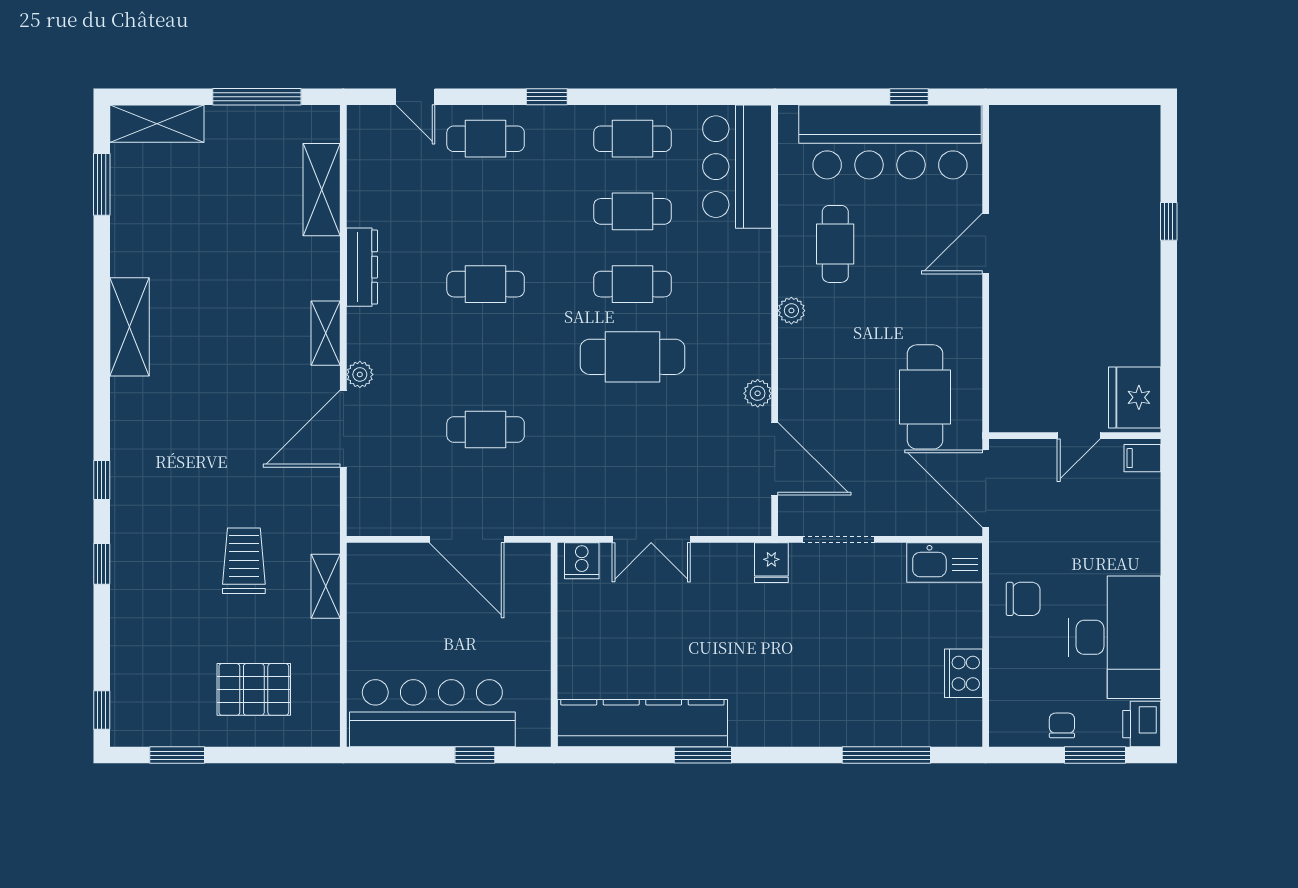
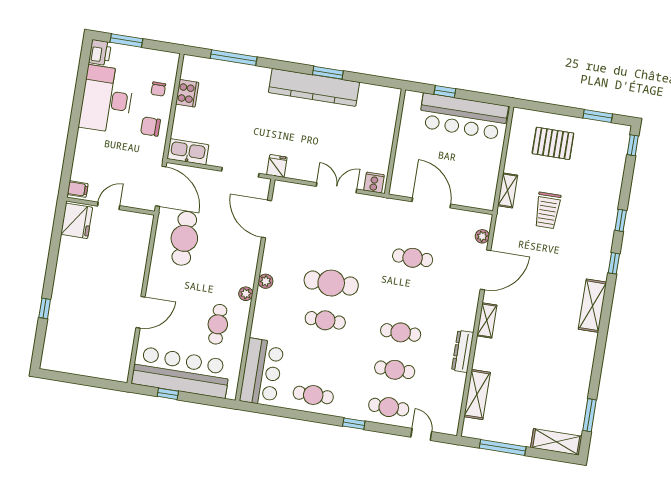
cafe table: (633, 211) -> (395, 370), moved
shelving: (129, 327) -> (592, 306), moved
plant: (360, 374) -> (482, 236), moved
plant: (758, 393) -> (266, 281), moved
kitchen counter: (642, 723) -> (314, 87), moved
chair: (1062, 725) -> (158, 89), moved

